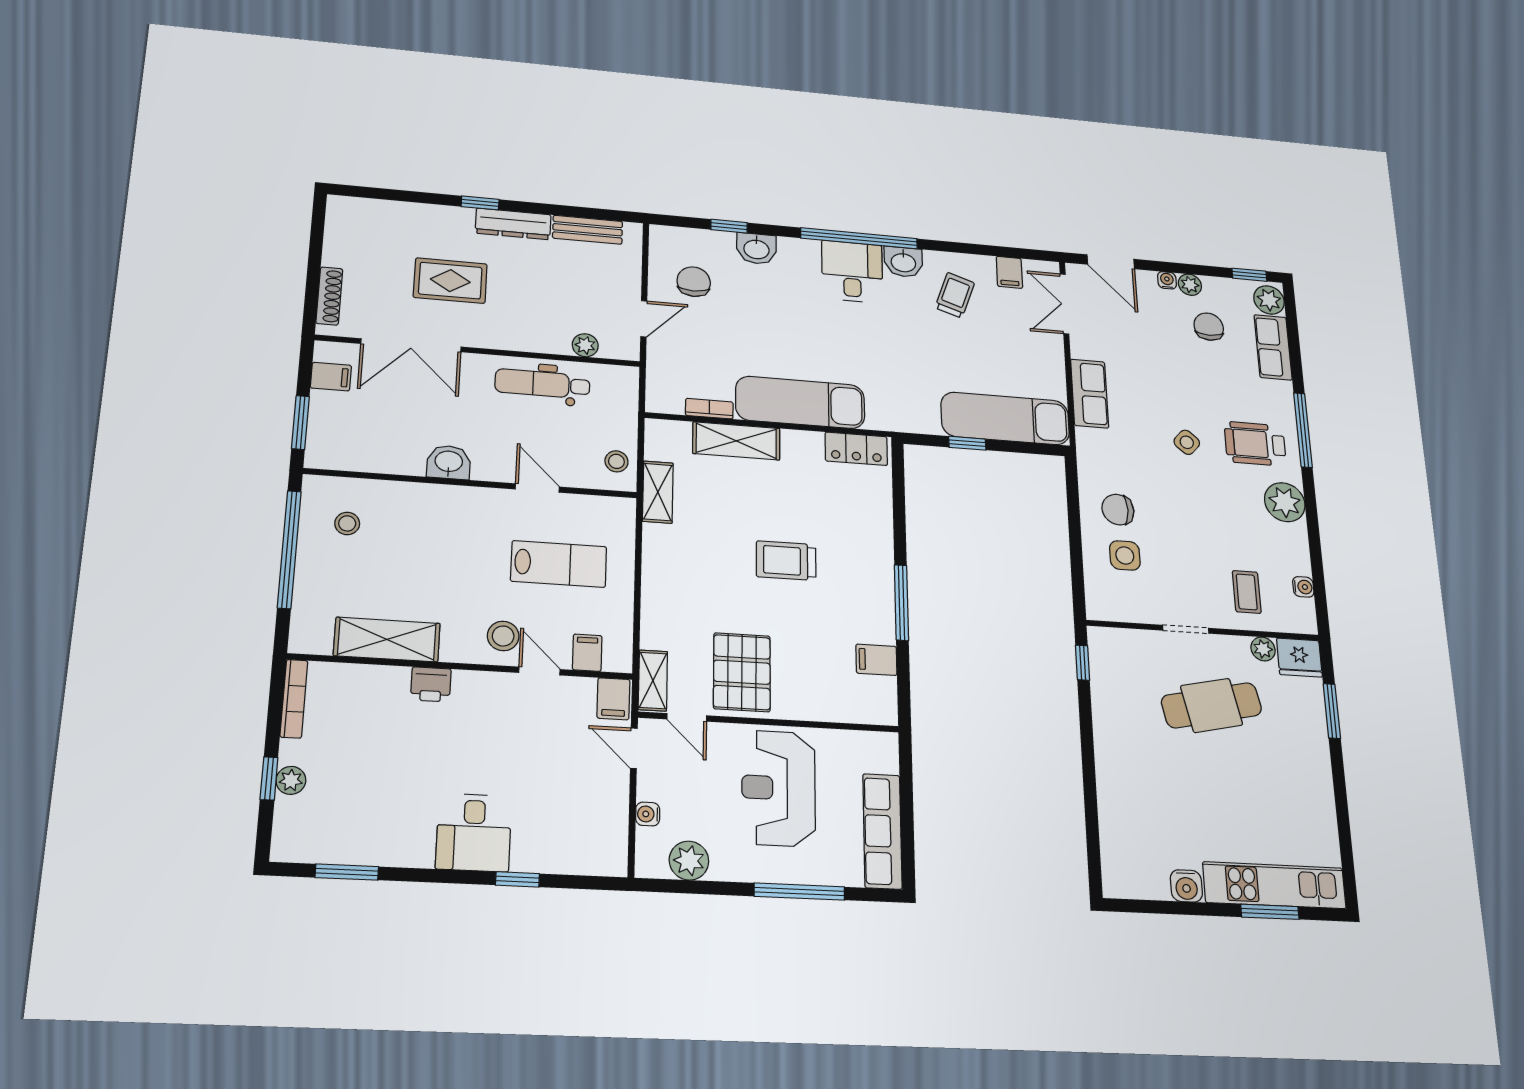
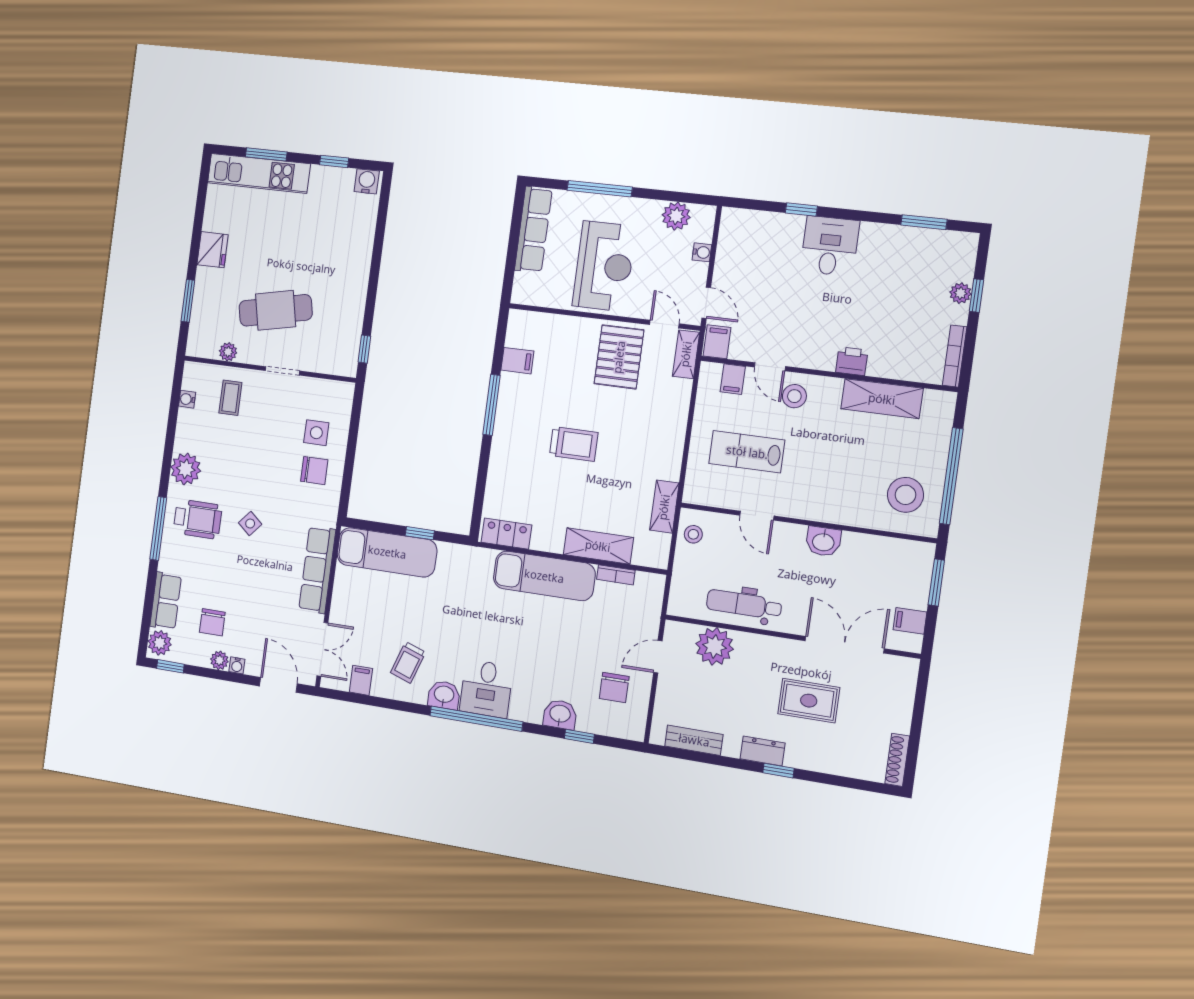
dresser: (513, 224) -> (763, 751), width x0.70
shoe rack: (329, 296) -> (897, 760), moved
plant: (585, 345) -> (715, 646), width x1.87, depth x1.87
dental chair: (543, 384) -> (744, 604), turned 180
row of seats: (1090, 394) -> (317, 570), width x1.48
stool: (347, 523) -> (905, 495), width x1.89, depth x1.89
fridge: (1299, 658) -> (213, 250), moved, turned 90
water cooler: (1186, 886) -> (367, 181), moved
window: (1174, 908) -> (334, 161), added

